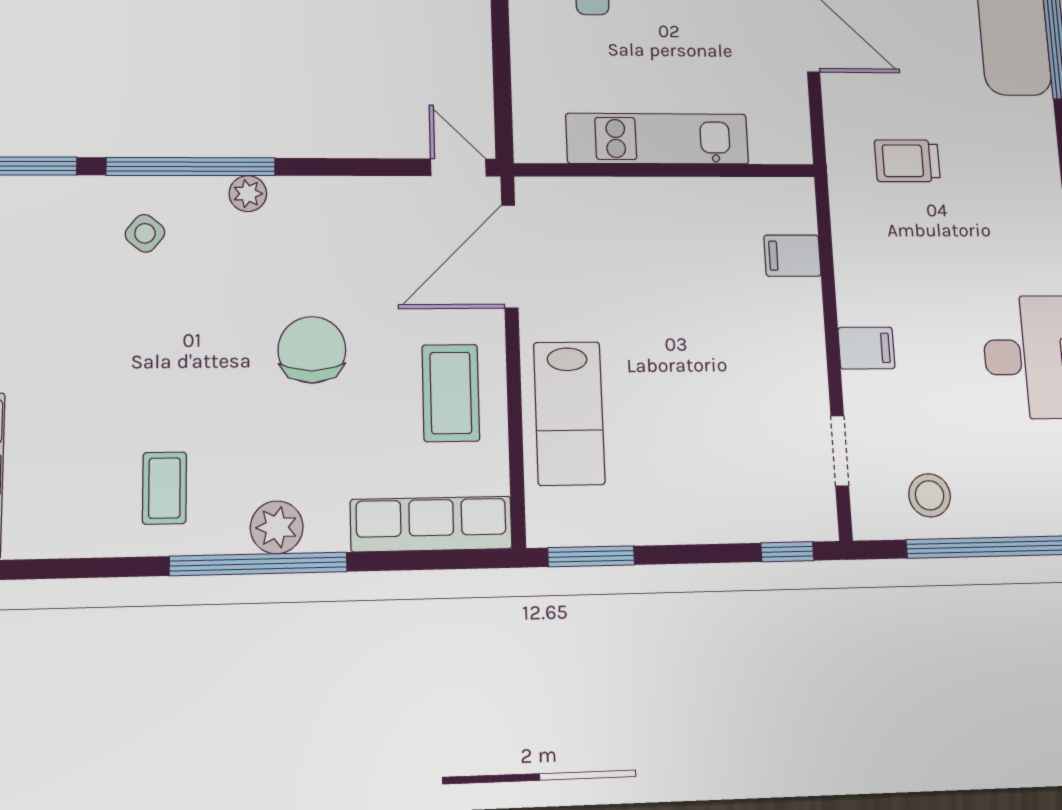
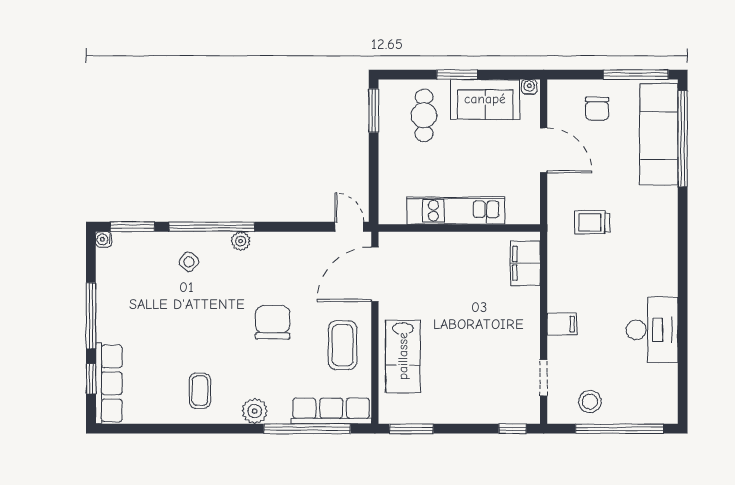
filing cabinet: (792, 256) -> (525, 263), width x2.00
window: (258, 564) -> (307, 429), moved

